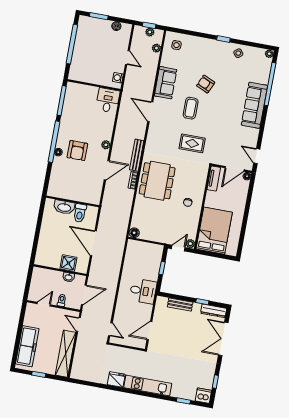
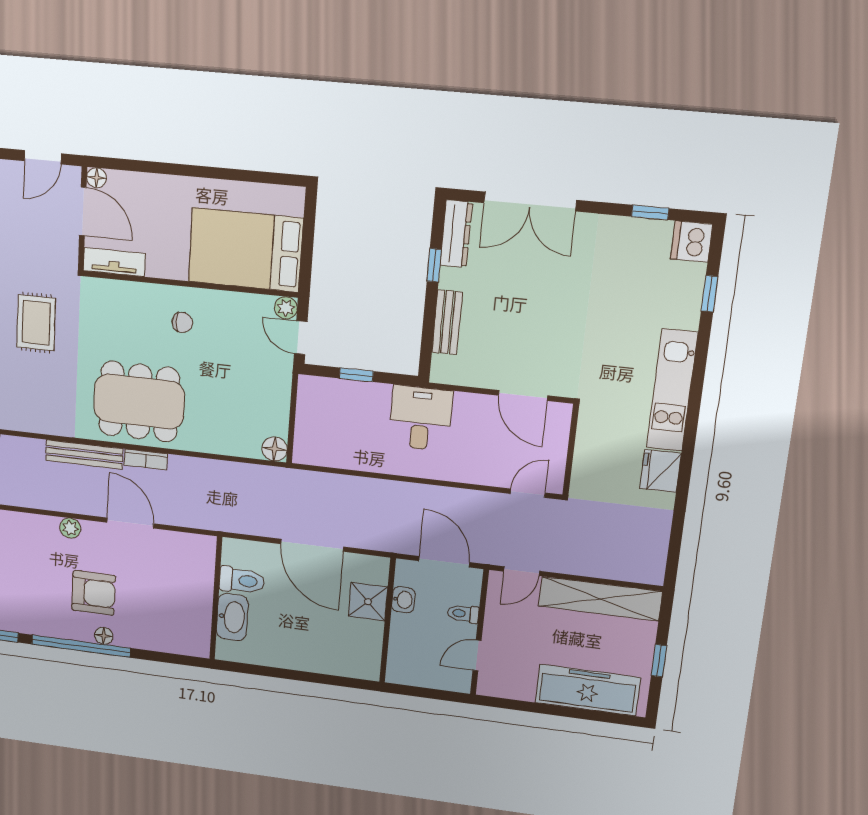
door: (93, 243) -> (312, 545), hinge flipped
door: (44, 304) -> (477, 655), hinge flipped

